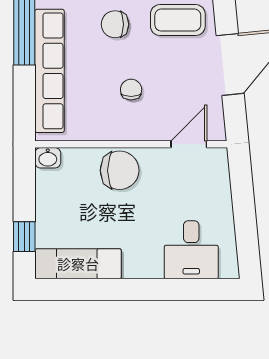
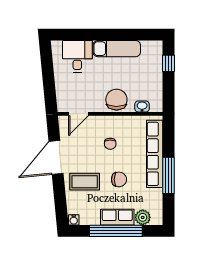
washbasin: (48, 158) -> (142, 106), moved
chair: (120, 170) -> (116, 100), turned 90
exam couch: (78, 264) -> (117, 49), moved

